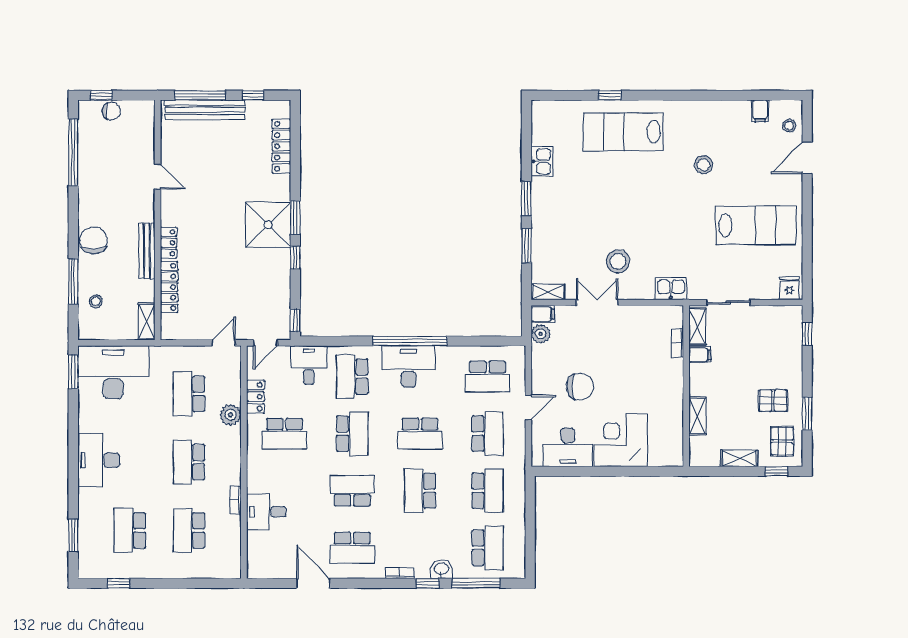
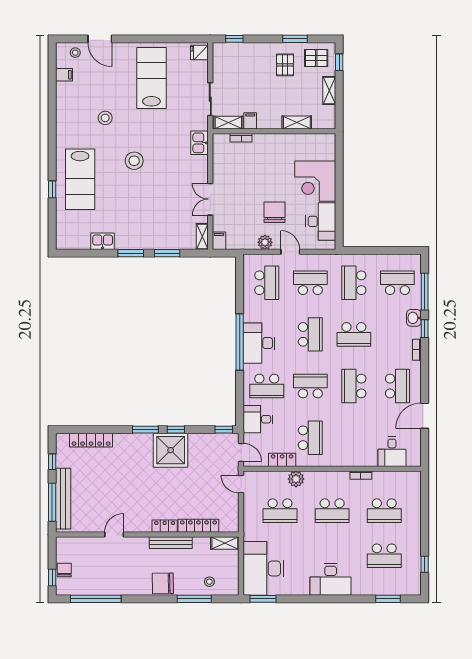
shower: (268, 225) -> (171, 450), moved
stool: (618, 261) -> (134, 161), moved
plant: (541, 334) -> (265, 242), moved
school desk: (488, 491) -> (354, 283), turned -90
desk: (266, 512) -> (392, 452), moved

